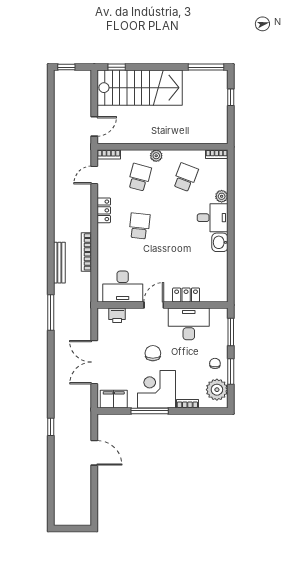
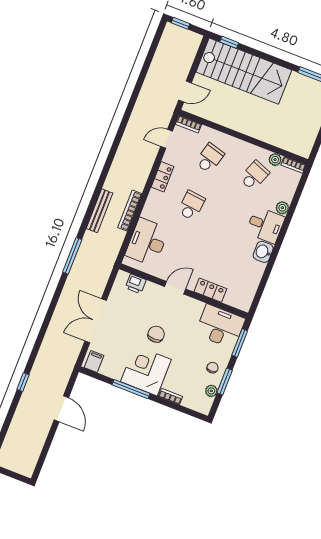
plant: (156, 156) -> (275, 160), moved
desk: (123, 286) -> (147, 242), moved, turned 90
desk: (189, 324) -> (220, 326), moved
plant: (217, 390) -> (211, 391), width x0.53, depth x0.53
filing cabinet: (114, 399) -> (94, 361), width x0.50
window: (51, 427) -> (23, 382), moved

